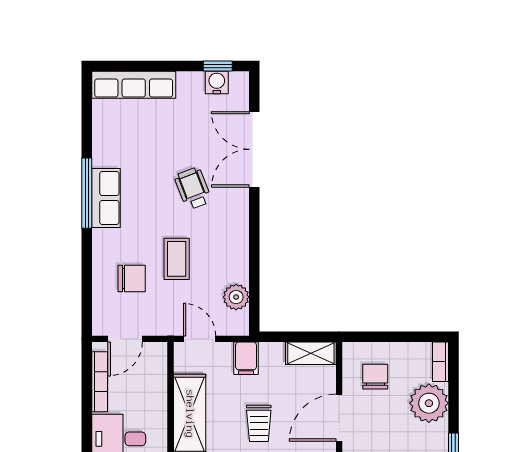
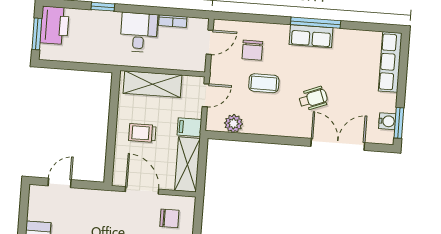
window: (218, 66) -> (399, 123), width x1.50
door: (125, 339) -> (210, 42), swing flipped
shelving: (311, 353) -> (187, 165), width x1.50, depth x1.33
bookcase: (100, 382) -> (173, 21), width x0.64

